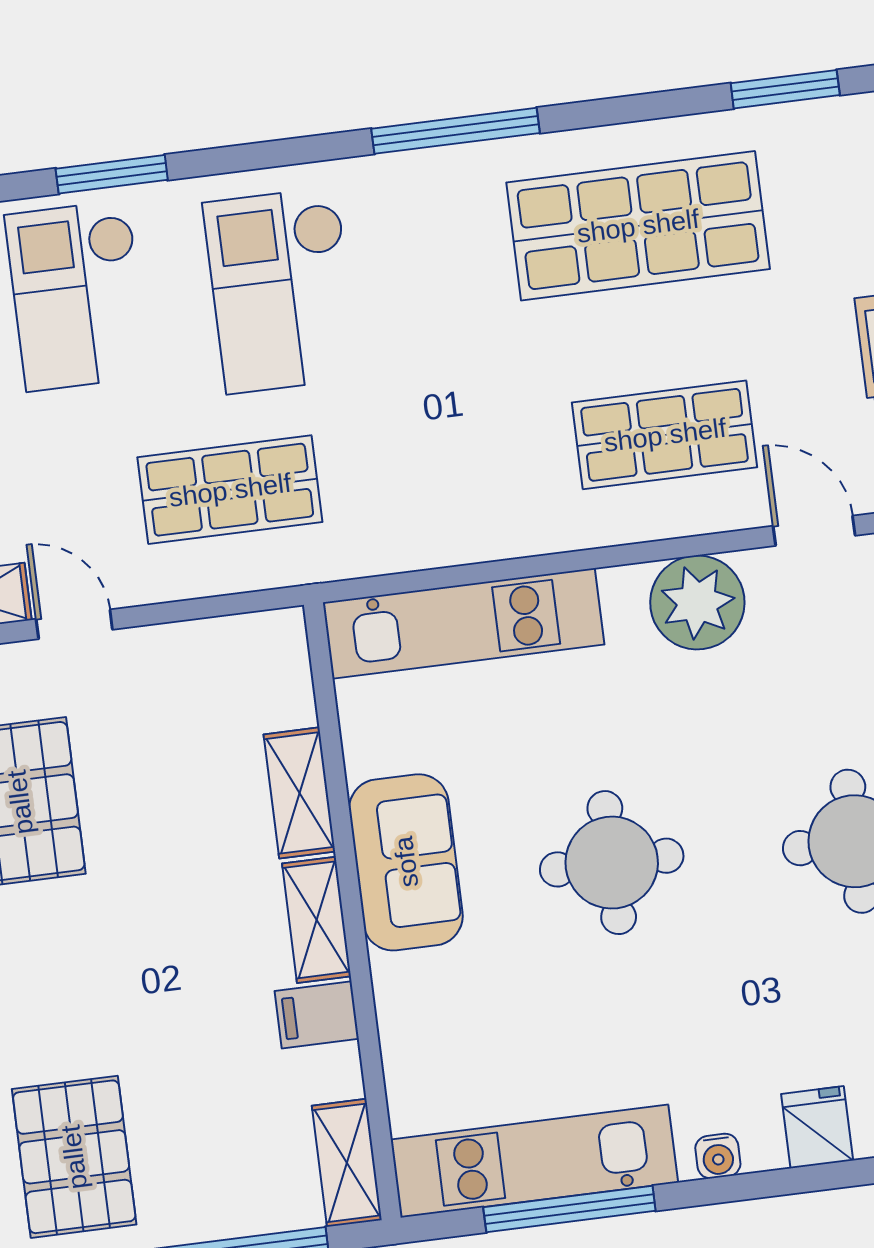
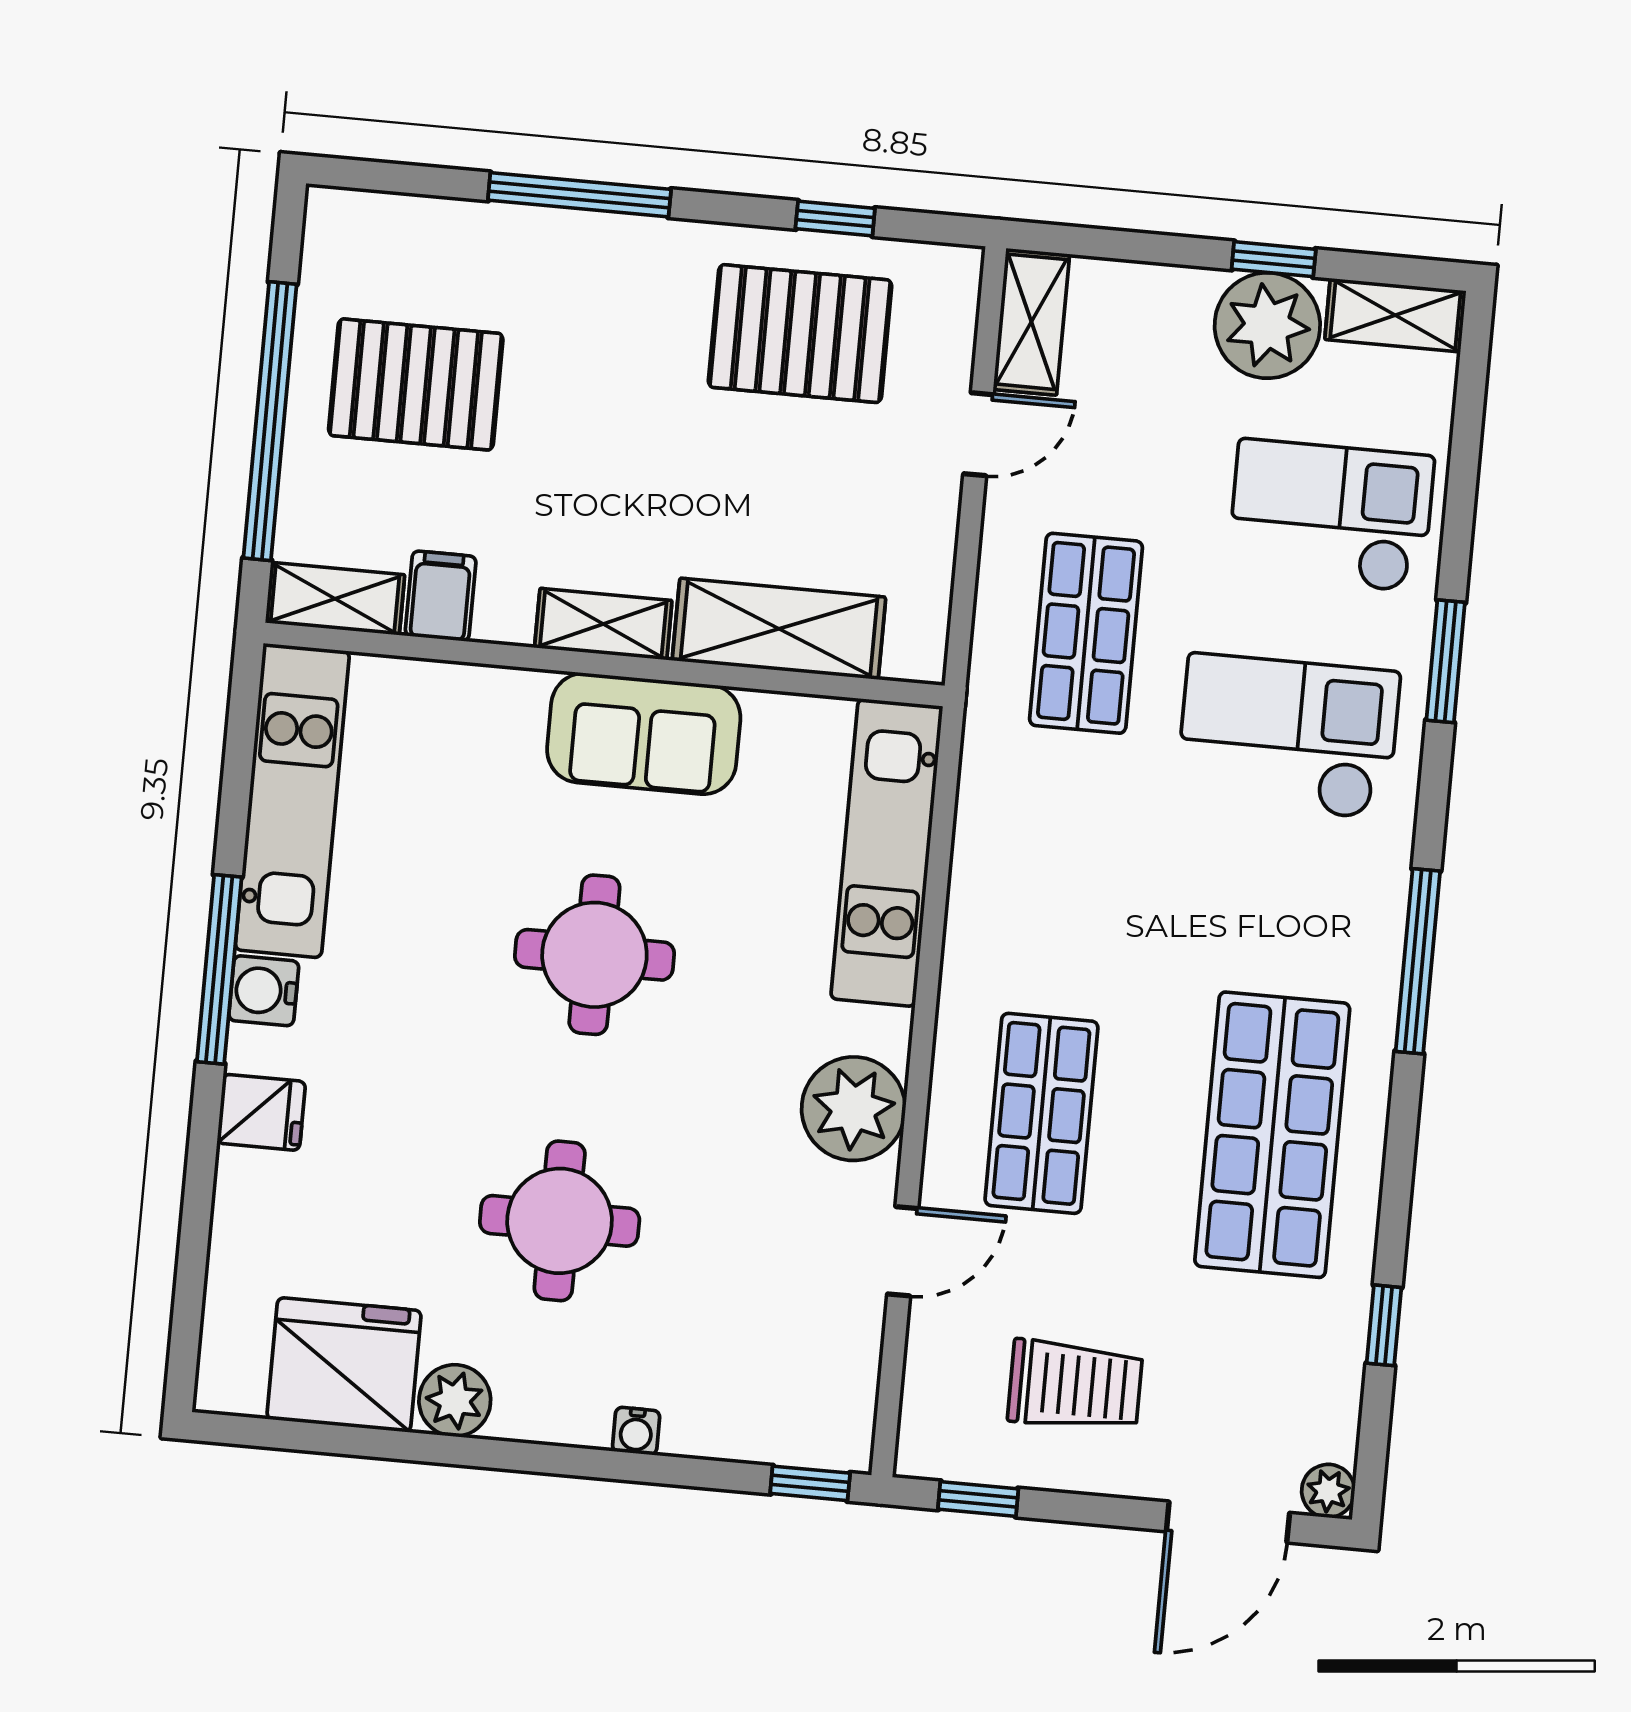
window: (785, 89) -> (1384, 1325), width x0.67
window: (112, 174) -> (1446, 661), moved
shelving: (299, 793) -> (779, 629), width x1.50, depth x1.33
filing cabinet: (317, 1015) -> (441, 596), moved
water cooler: (718, 1156) -> (264, 991), width x1.38, depth x1.38
pallet: (74, 1157) -> (416, 384), moved
window: (569, 1209) -> (219, 969), moved

